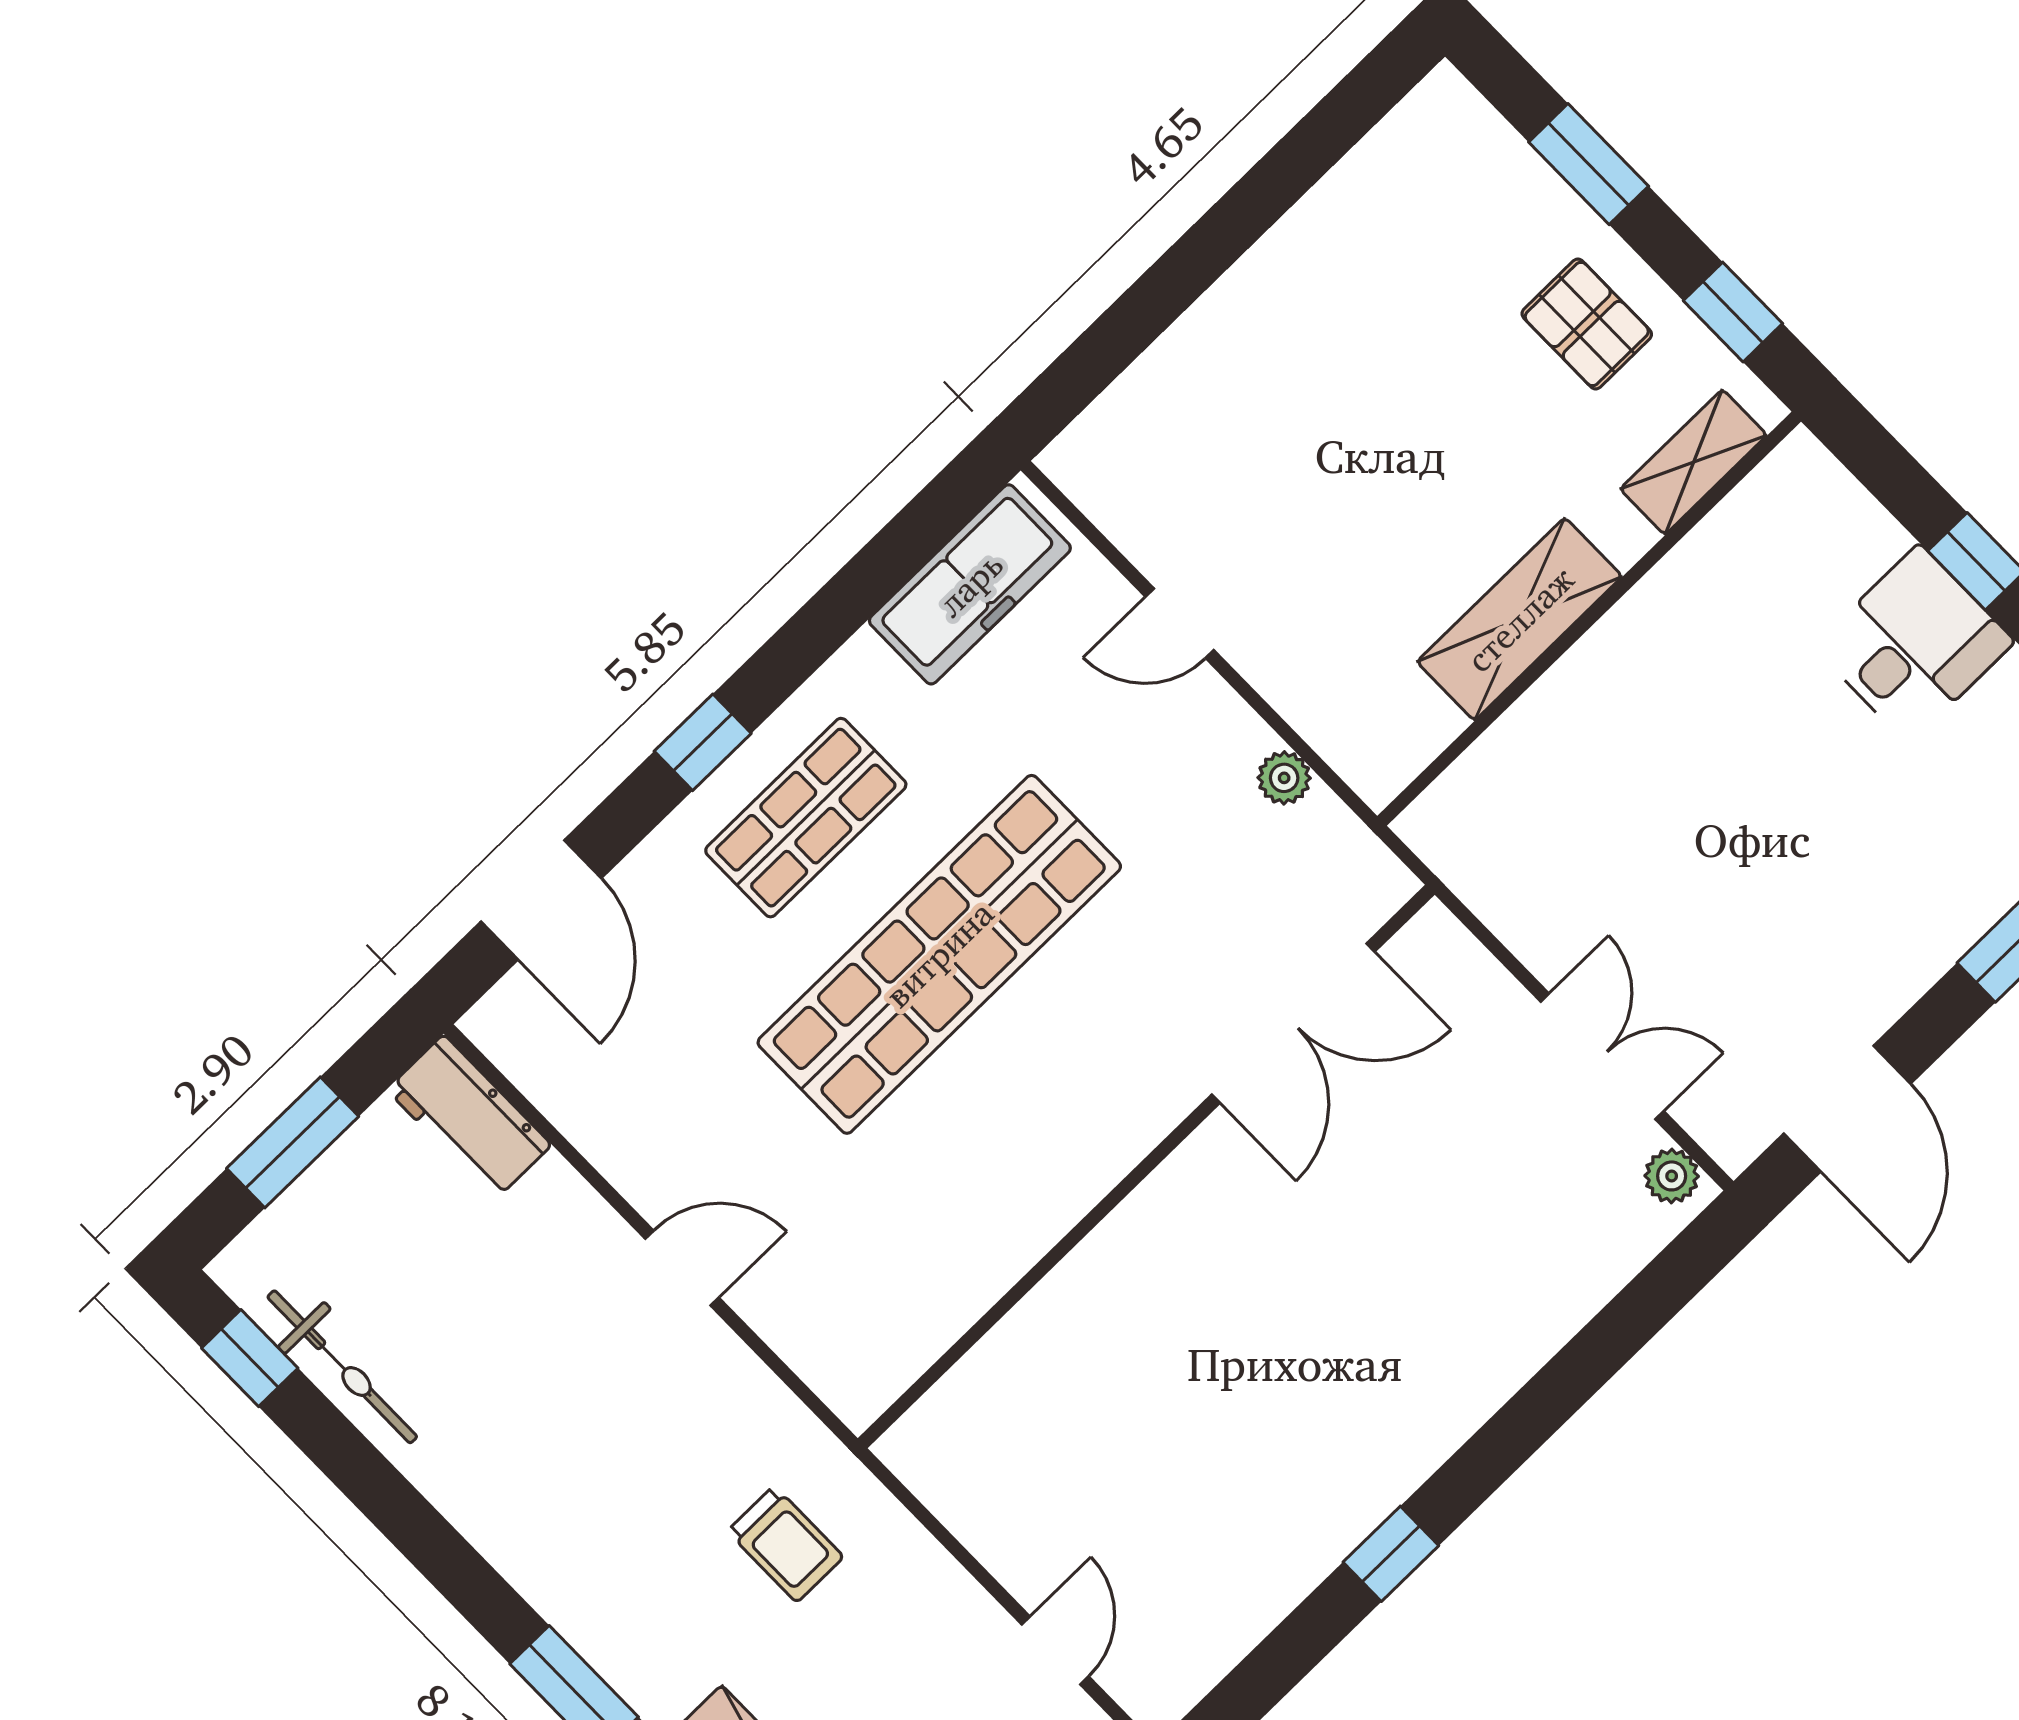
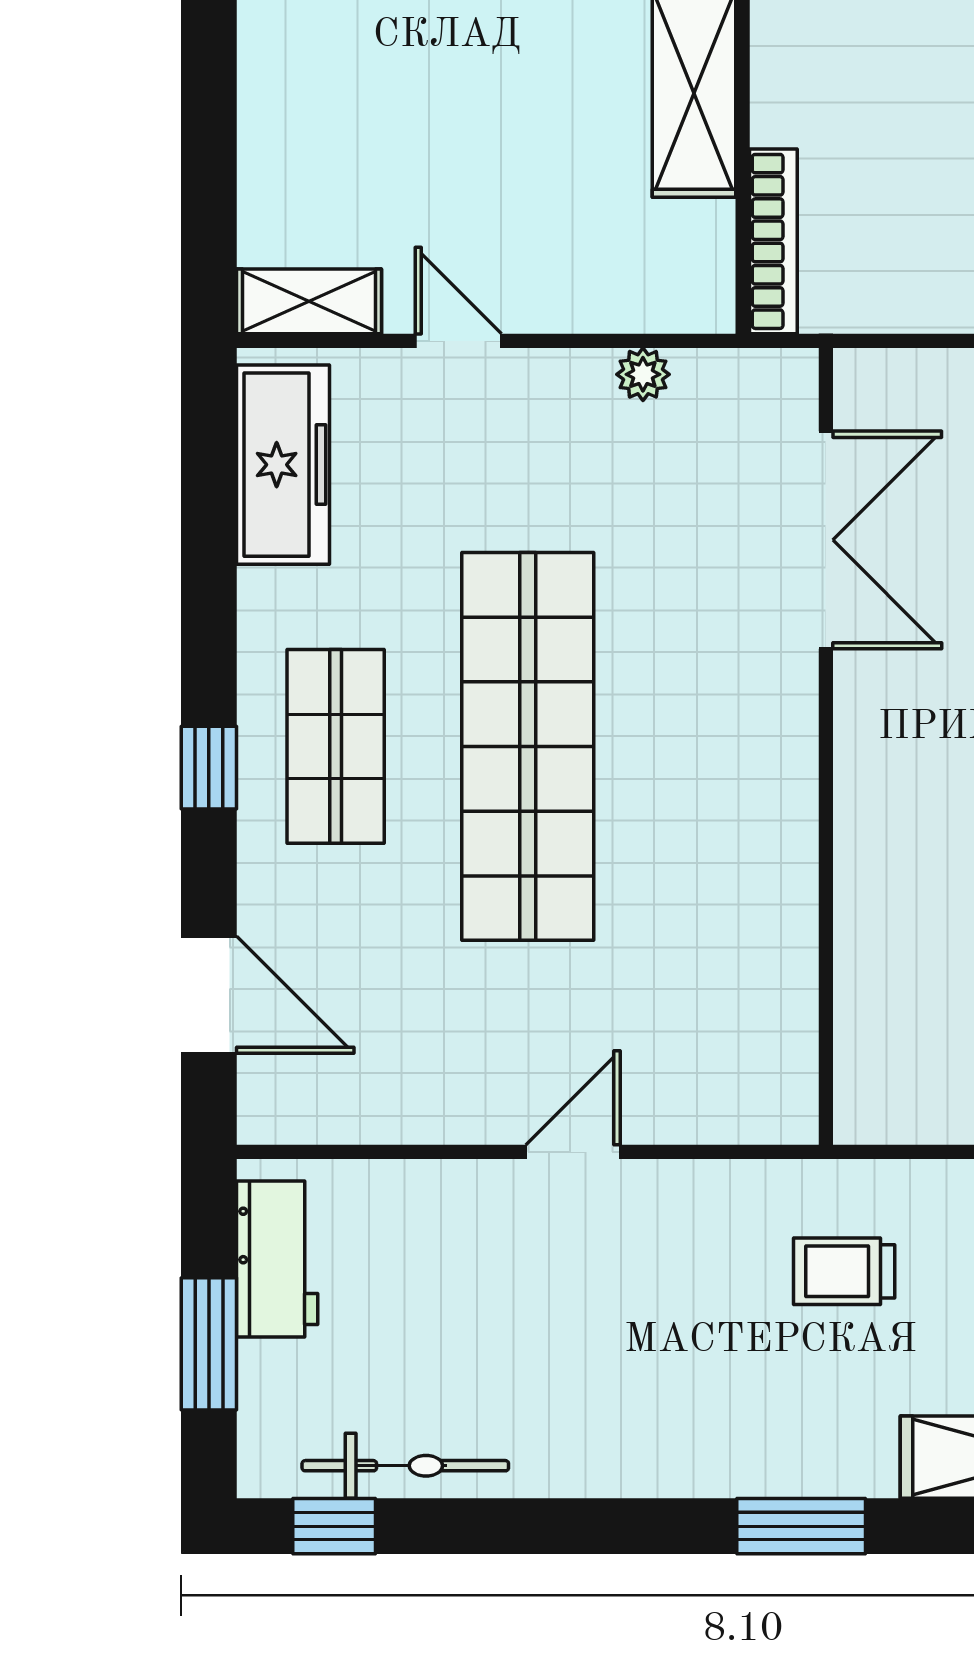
shelving: (1104, 490) -> (309, 301), added
door: (1180, 623) -> (458, 341), swing flipped
bookcase: (1469, 778) -> (773, 241), added
workbench: (469, 1117) -> (277, 1259), moved, turned -90
trolley: (785, 1544) -> (844, 1271), turned 180

